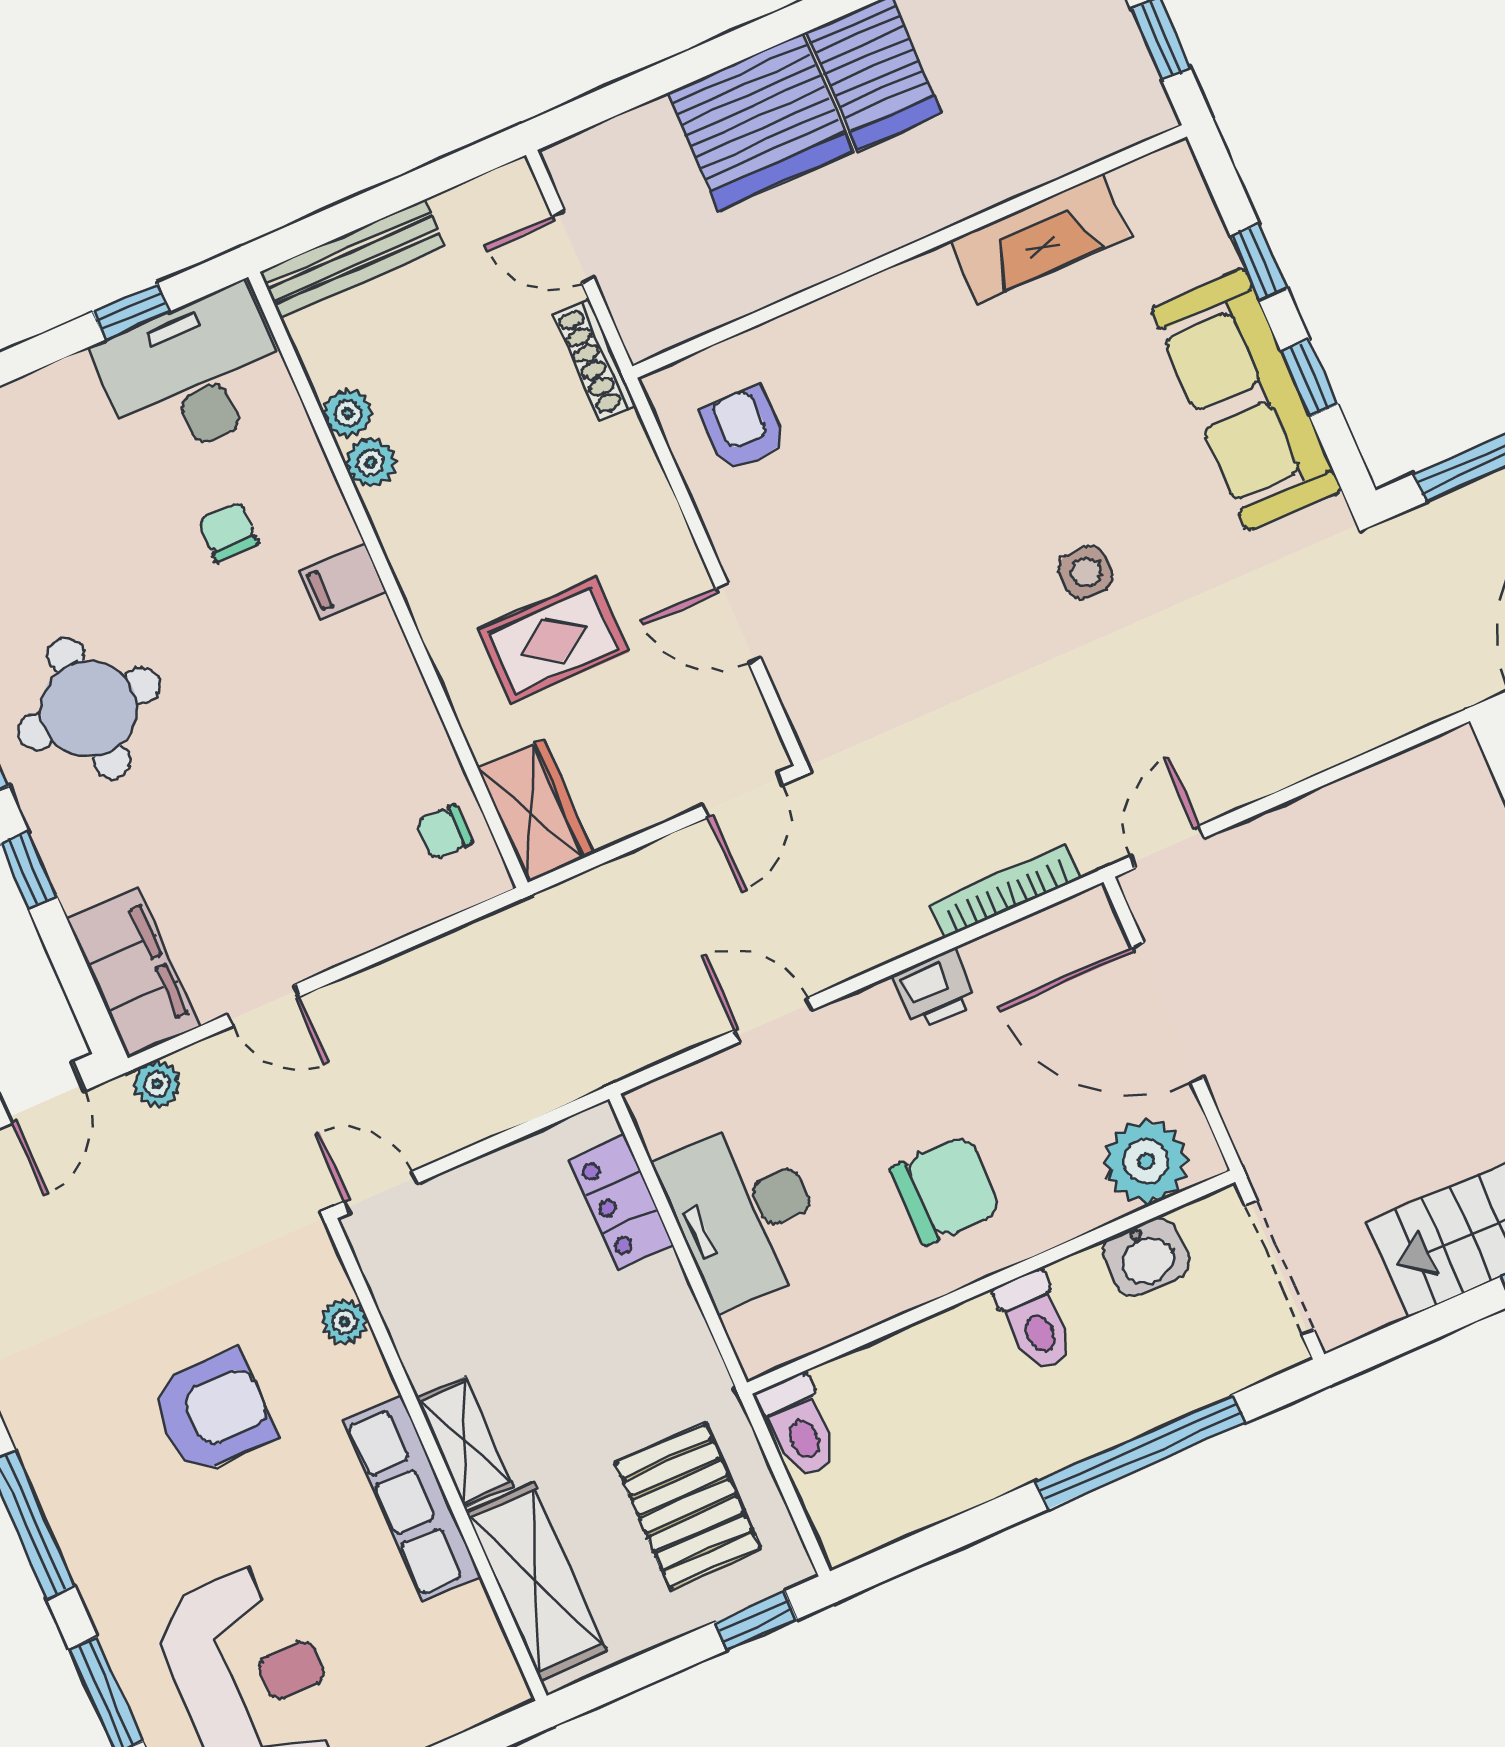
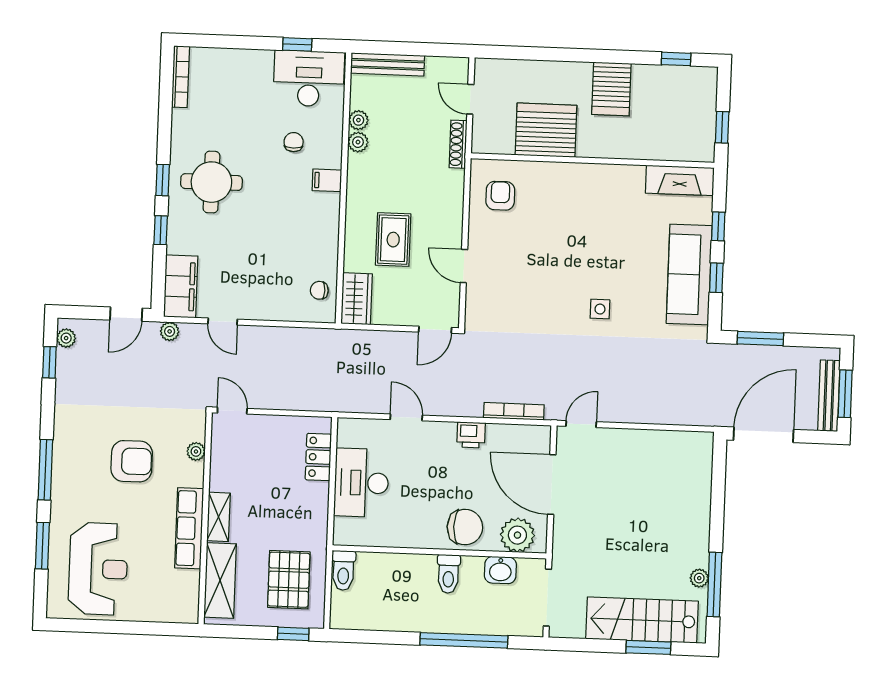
server rack: (760, 122) -> (546, 130), moved, turned 180
fireplace: (1039, 239) -> (680, 180), moved
rug: (553, 640) -> (393, 240), turned 90
chair: (946, 1190) -> (465, 527), moved

